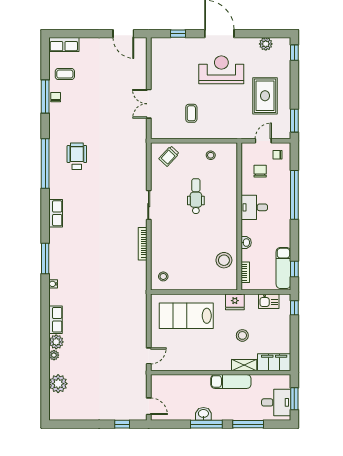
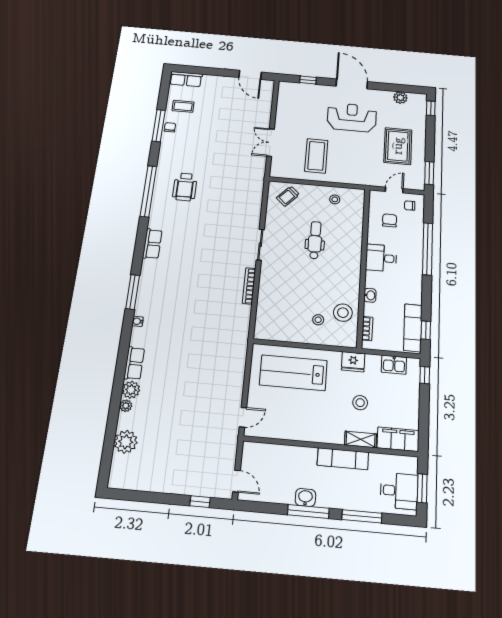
coffee table: (191, 113) -> (316, 156), width x1.86, depth x1.72
wheelchair: (77, 156) -> (185, 187), turned 180
stool: (163, 276) -> (318, 320), moved

